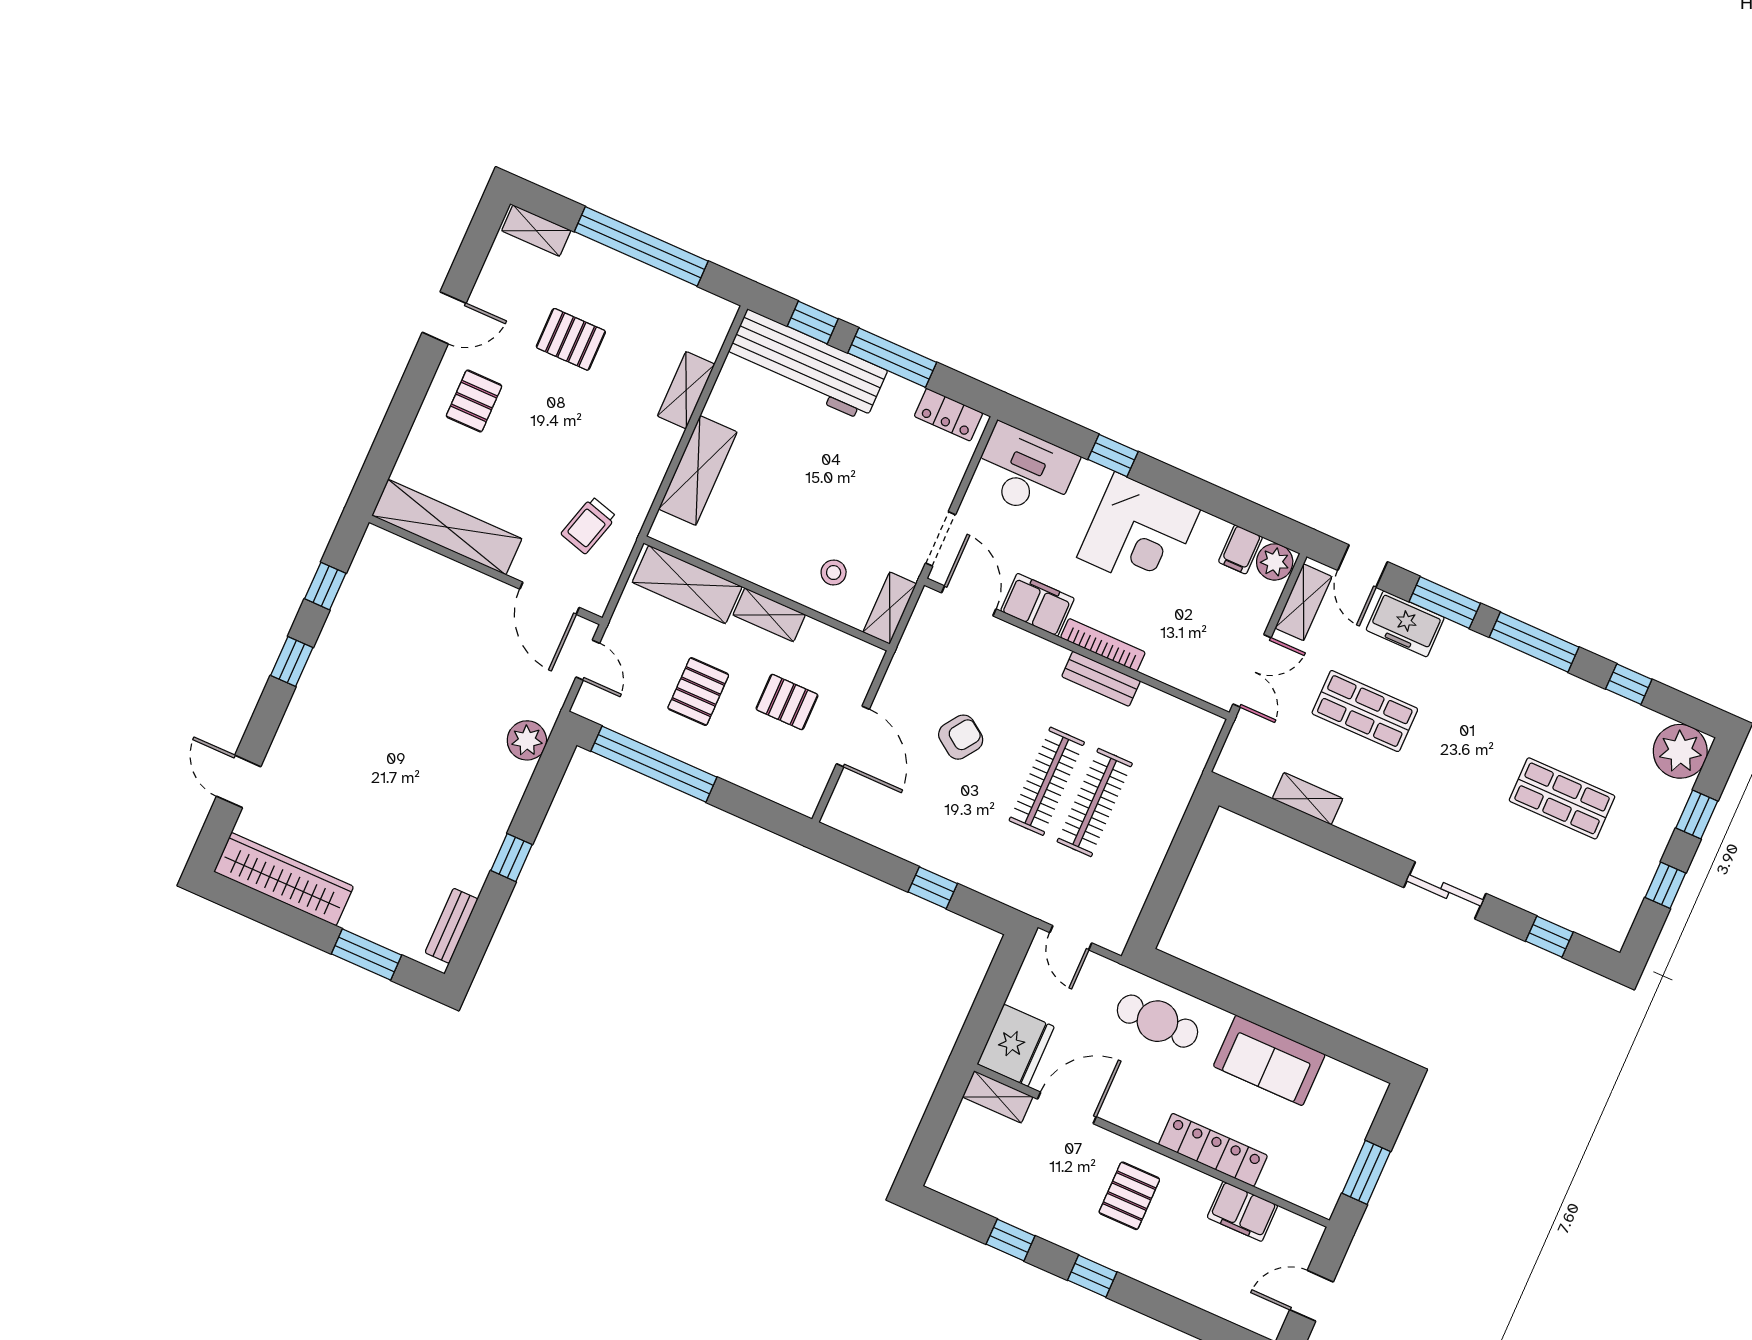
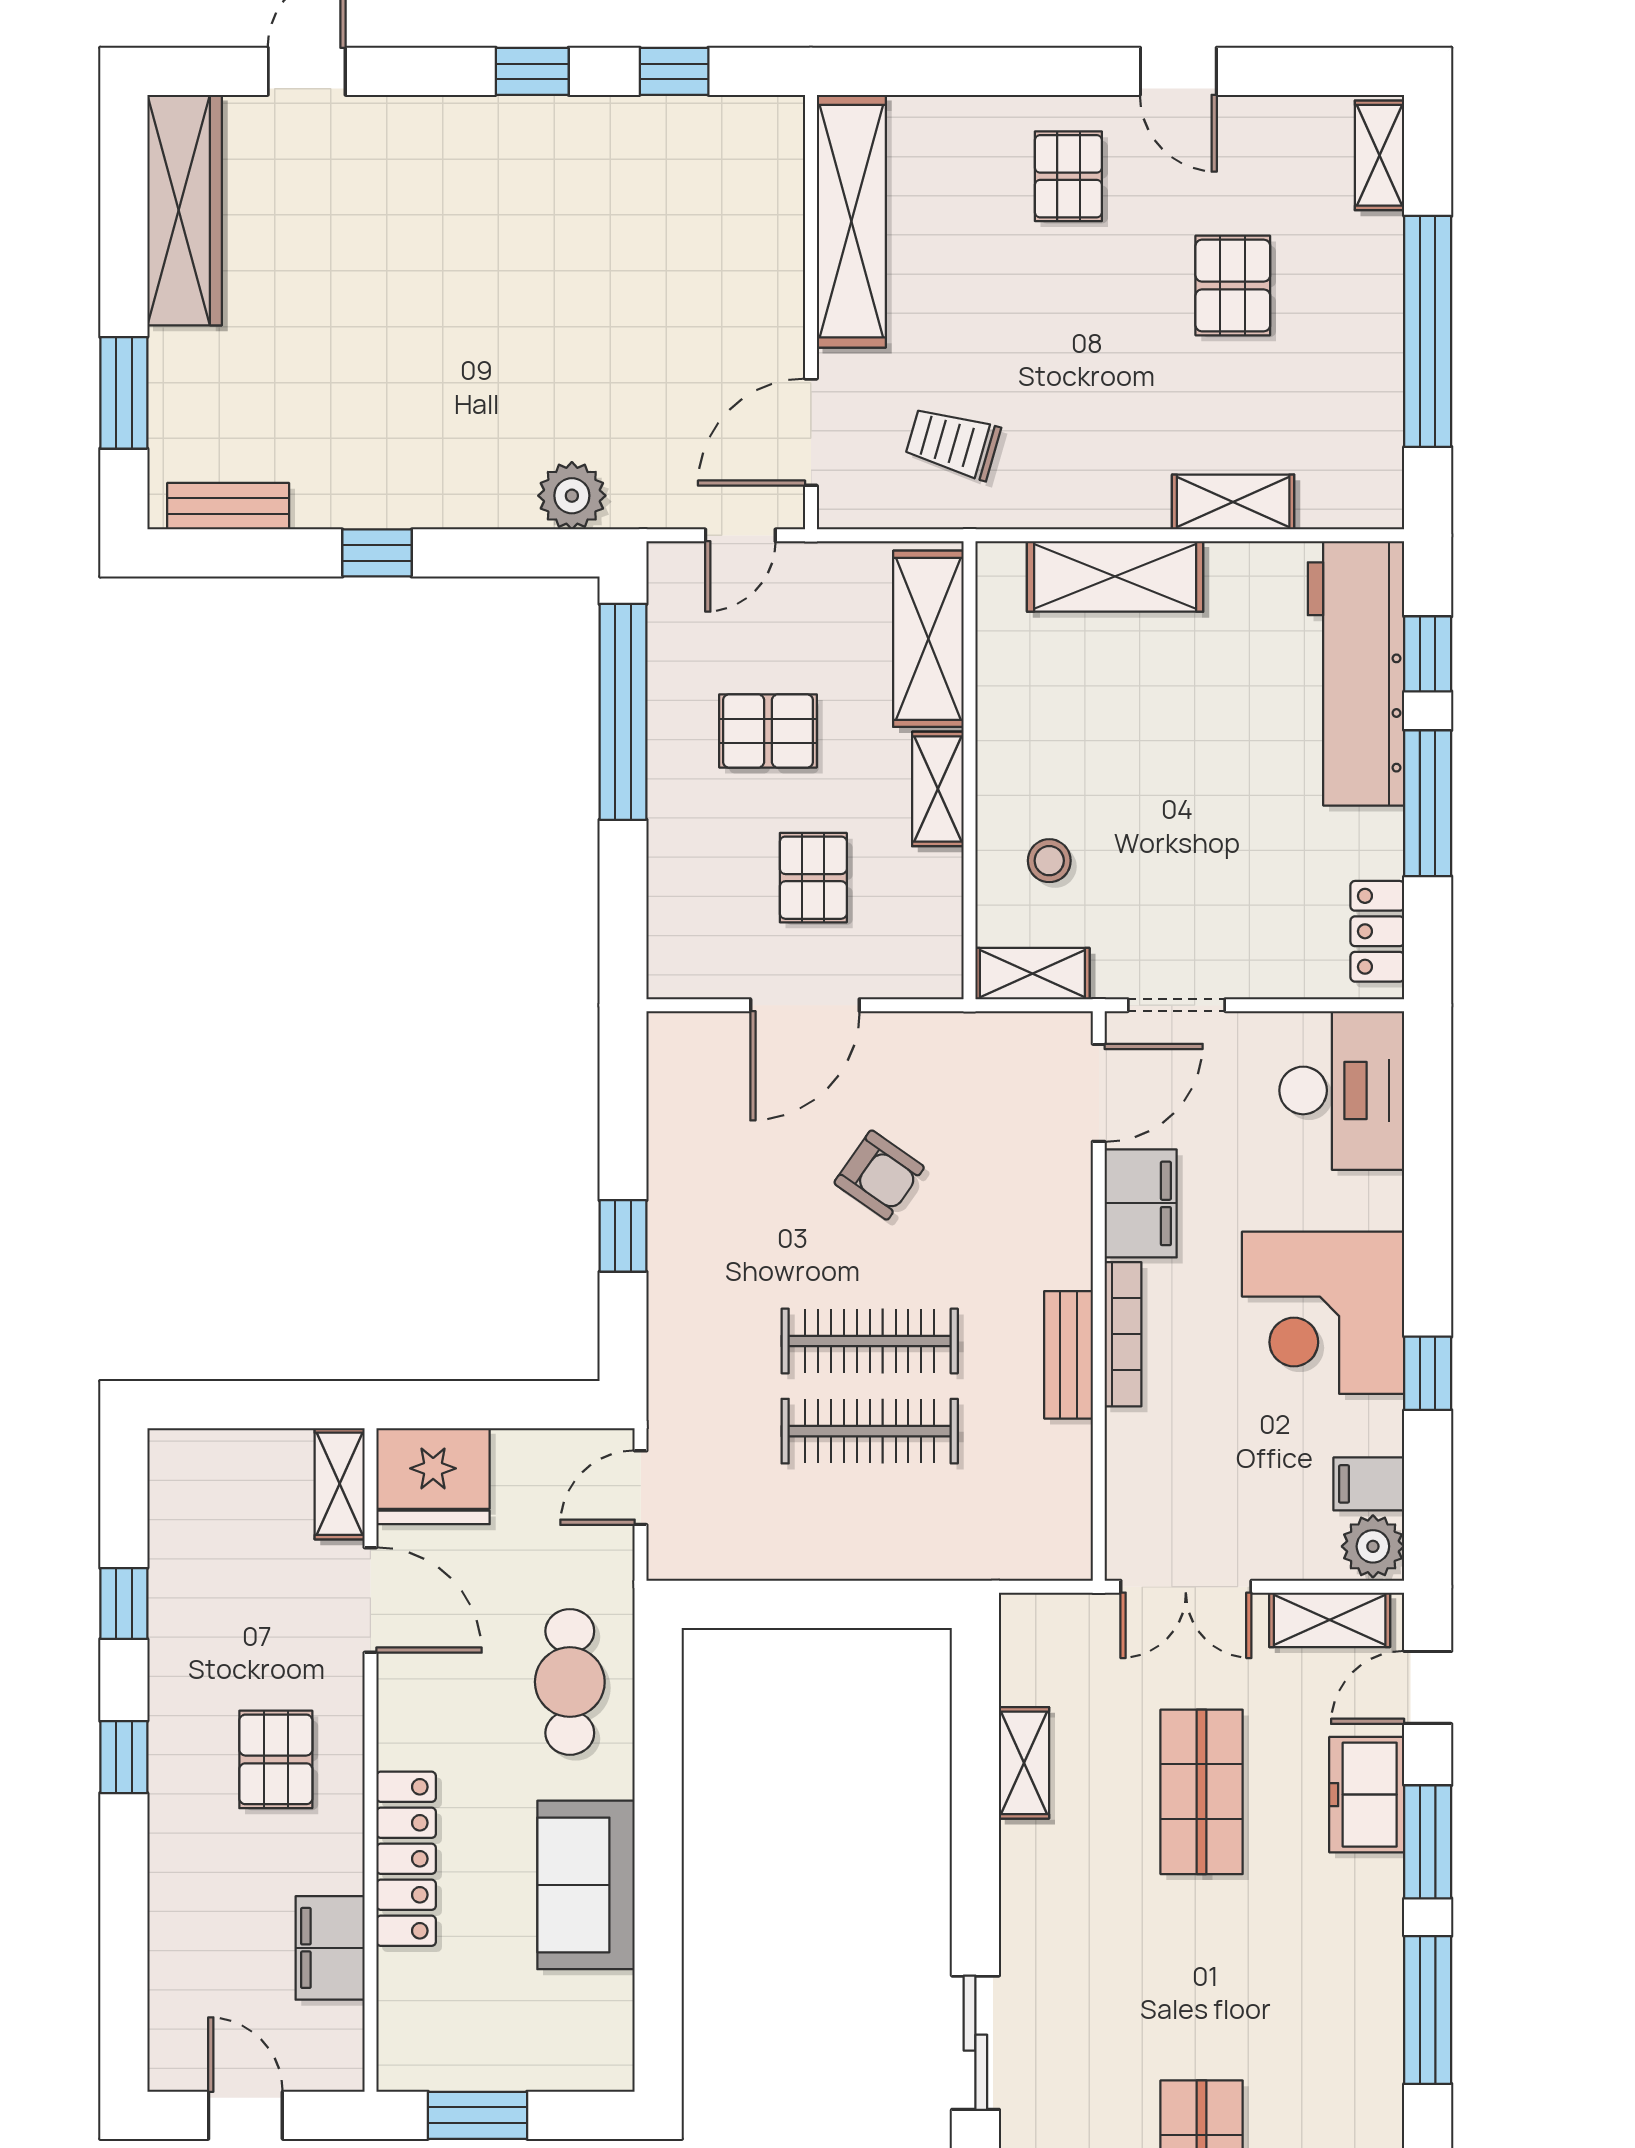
pallet: (474, 401) -> (1068, 176), turned 90
window: (1113, 456) -> (1428, 1373), moved
pallet: (1129, 1196) -> (276, 1759), turned 90

